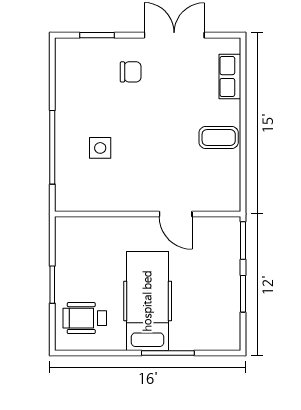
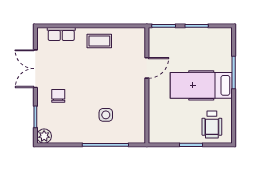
plant: (66, 49) -> (44, 136), added
coffee table: (219, 138) -> (99, 41), turned 90

